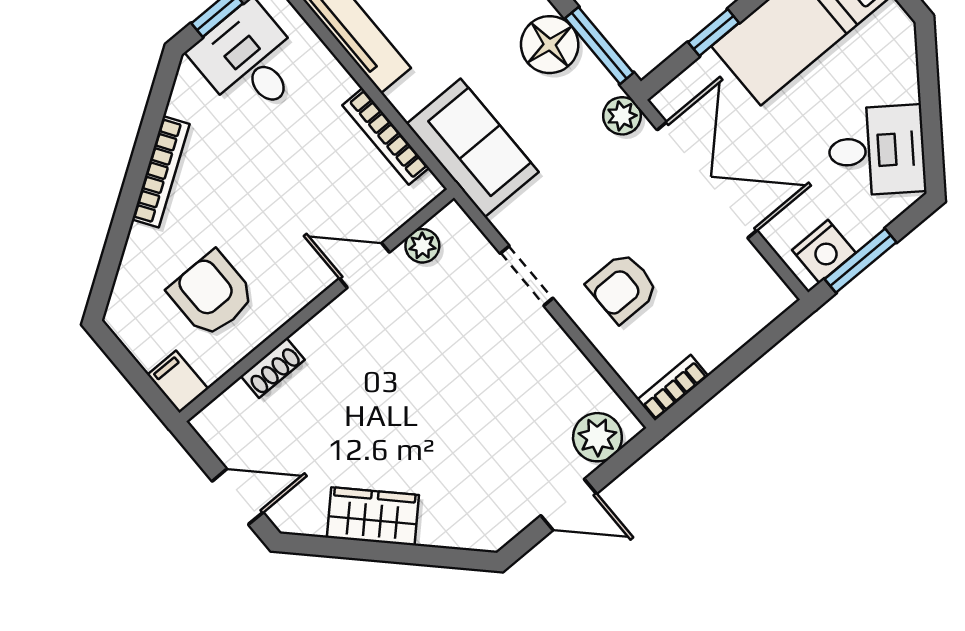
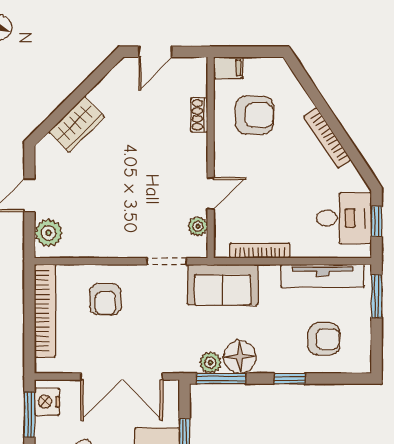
plant: (622, 116) -> (210, 363), moved
doorway: (527, 276) -> (167, 261), moved
armchair: (623, 288) -> (105, 299), turned 180
bookcase: (673, 388) -> (45, 311), width x2.31, depth x1.31
wardrobe: (373, 516) -> (77, 124), moved

